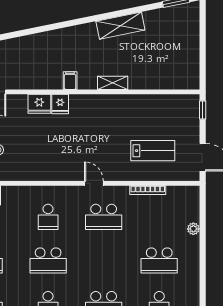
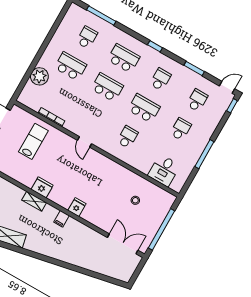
fridge: (39, 104) -> (42, 187), moved
lab bench: (153, 151) -> (33, 141), turned 90
school desk: (104, 217) -> (107, 87), moved
plant: (193, 229) -> (39, 76), width x1.88, depth x1.88

